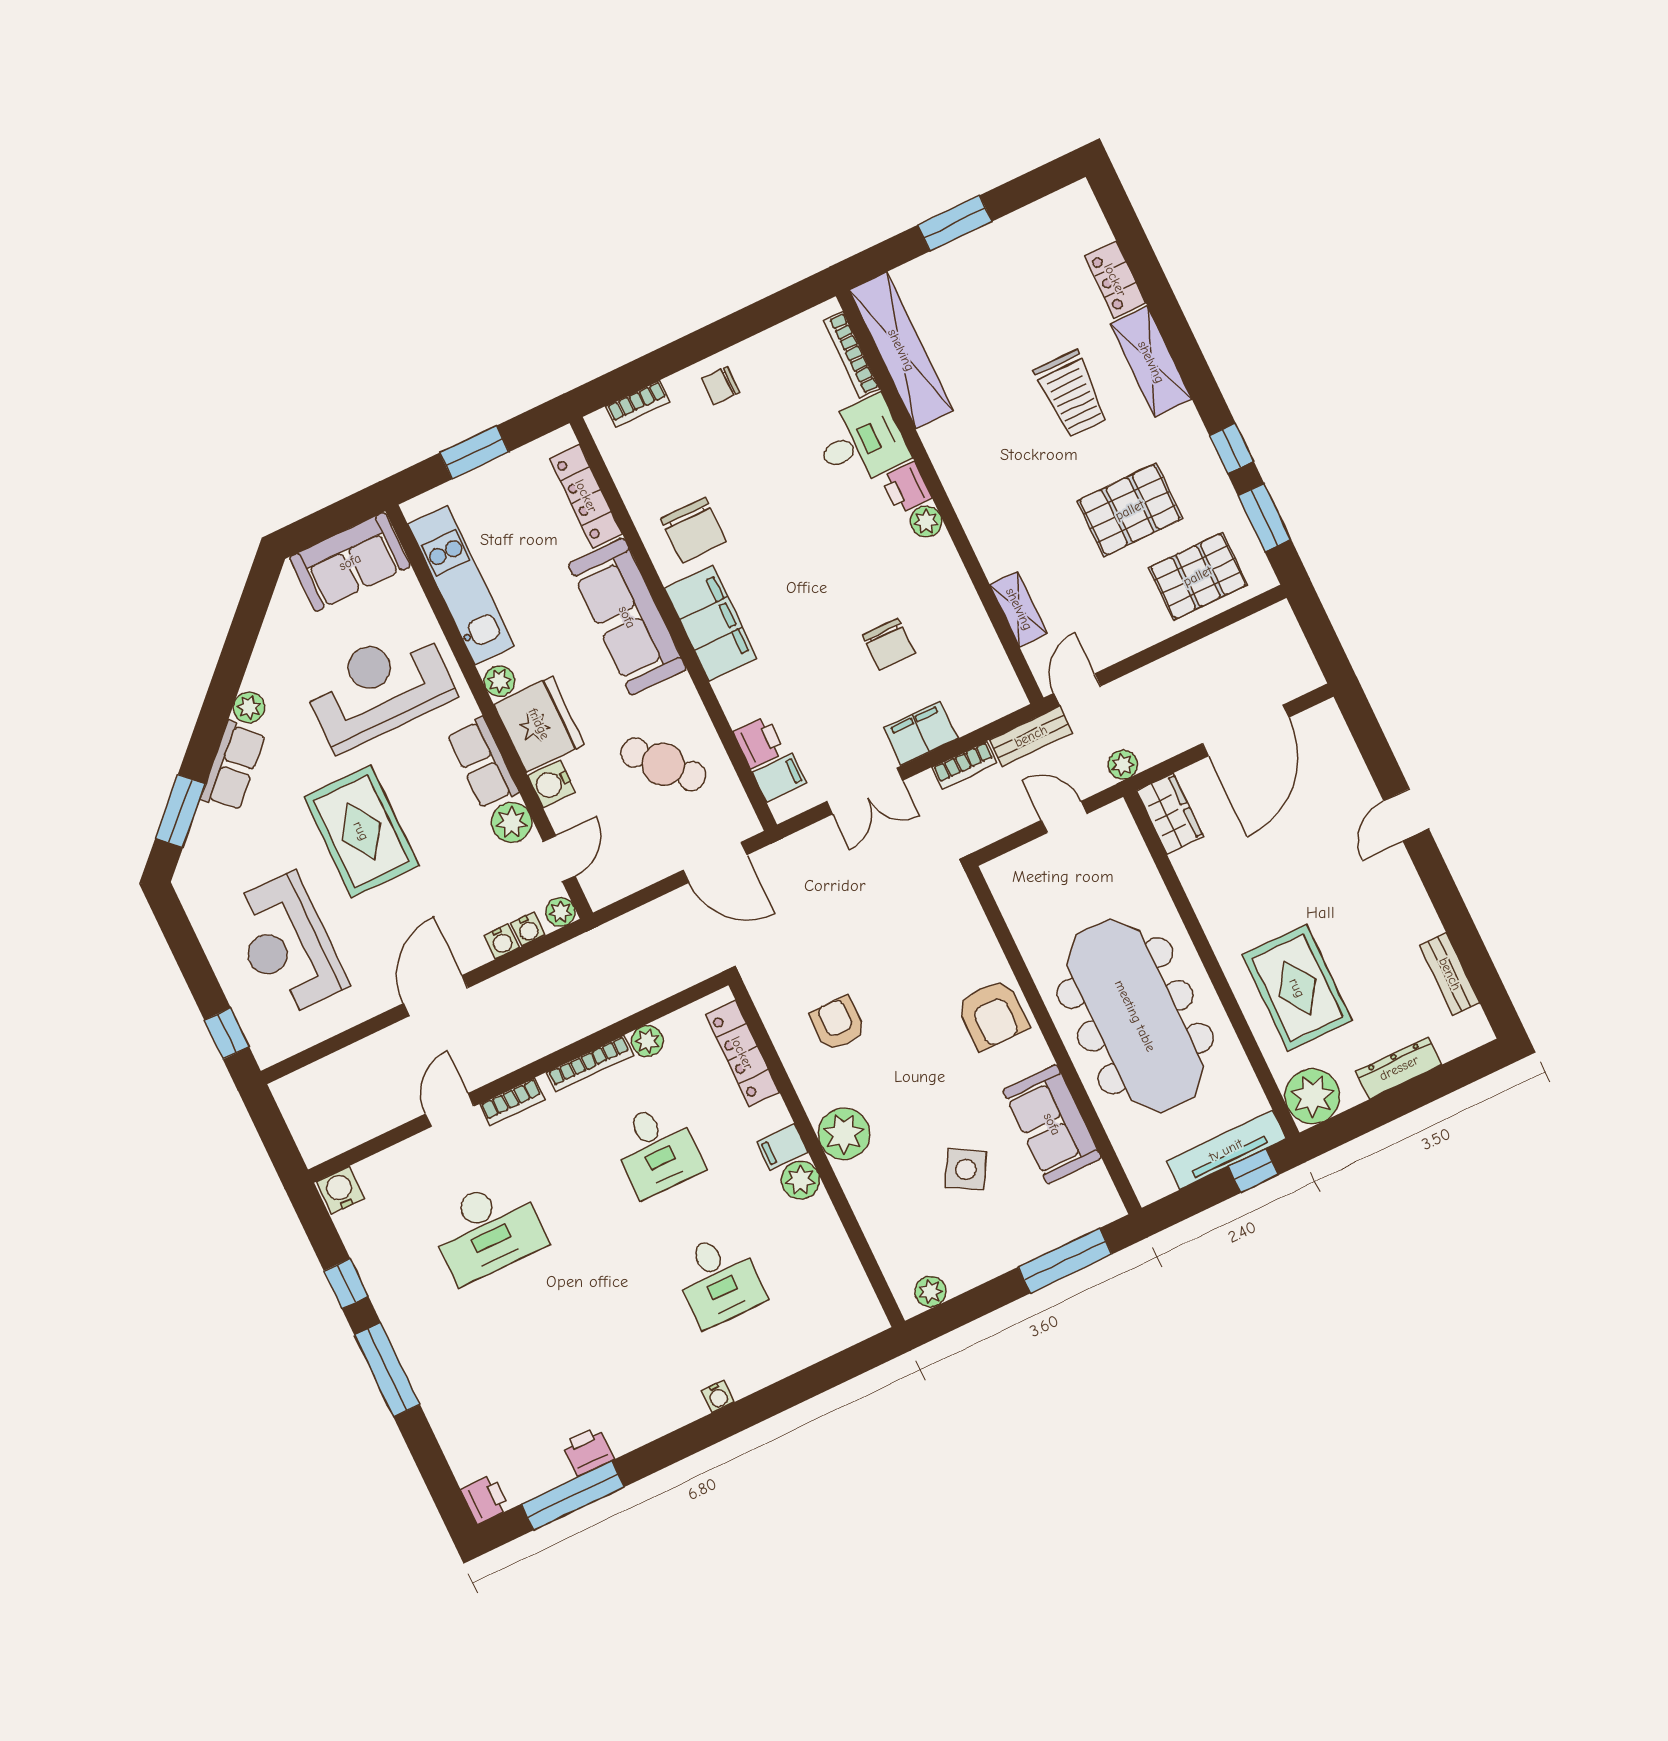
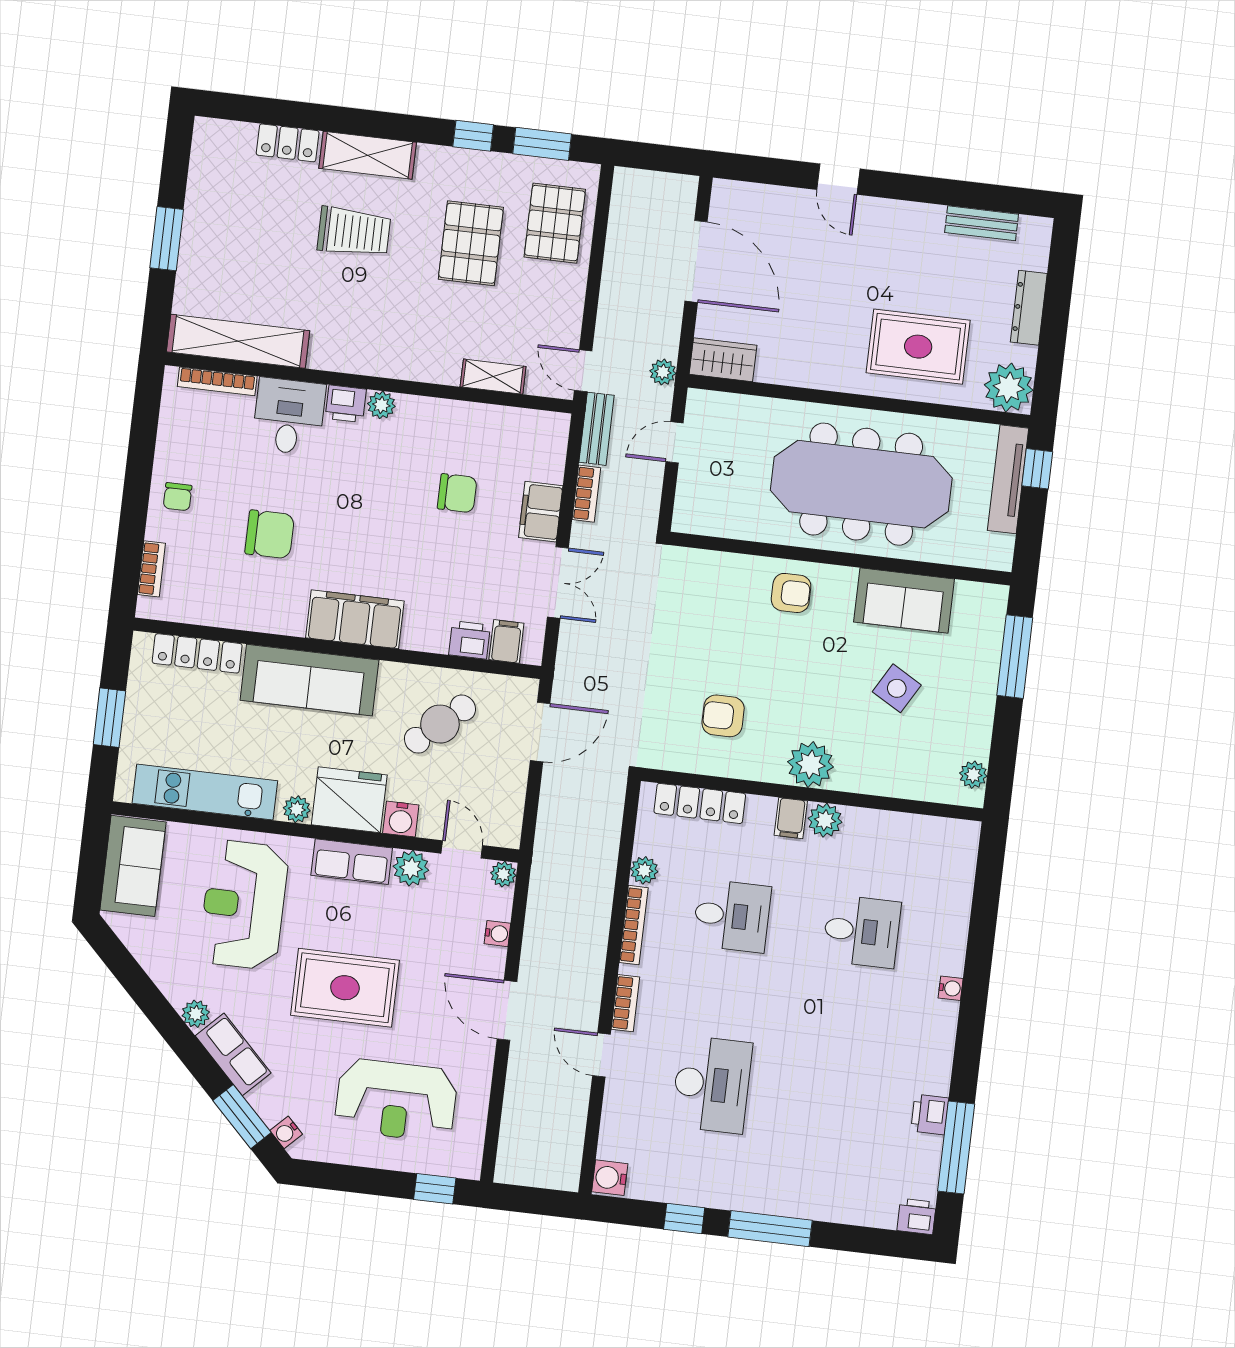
chair: (694, 530) -> (270, 534), moved
water cooler: (528, 929) -> (286, 1132), moved, turned 135
armchair: (992, 1014) -> (791, 593), width x0.72, depth x0.72

